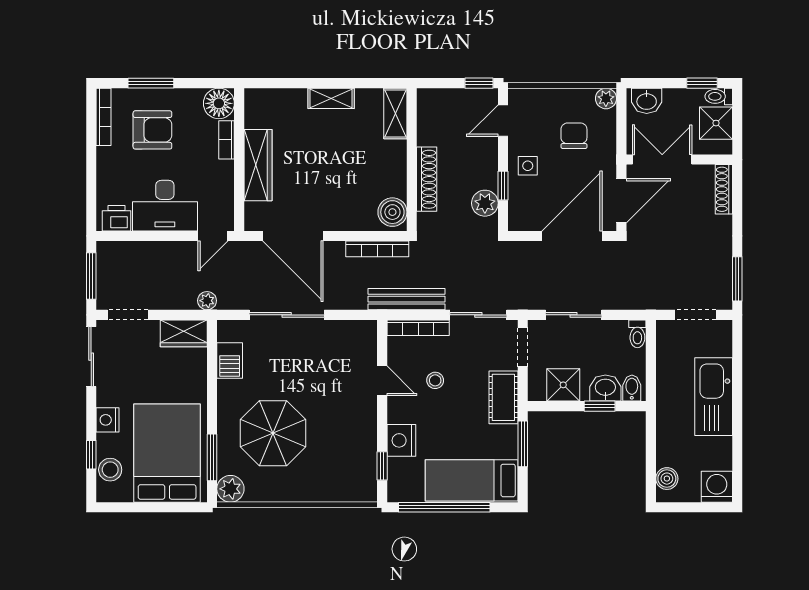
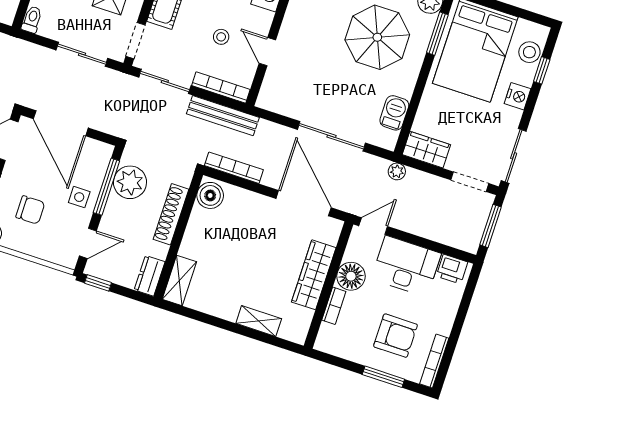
shelving: (331, 98) -> (259, 321), moved
floor lamp: (219, 103) -> (351, 276), moved
dresser: (428, 108) -> (150, 276), added
armchair: (152, 130) -> (395, 336), turned 180
chair: (574, 136) -> (30, 210), turned -90
window: (503, 186) -> (106, 187), width x2.17
plant: (485, 203) -> (130, 182), width x1.36, depth x1.36
door: (572, 236) -> (61, 123), hinge flipped

